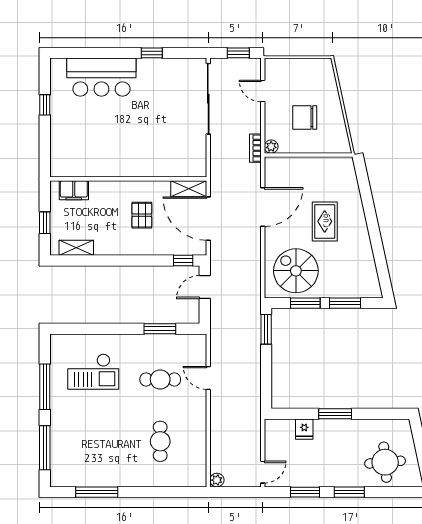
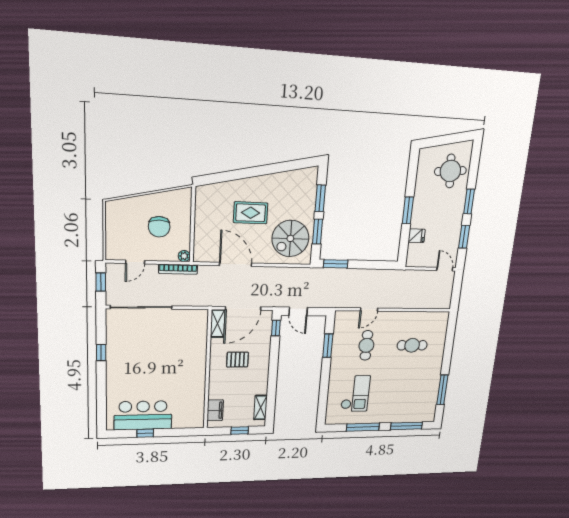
bar counter: (101, 77) -> (143, 415), moved, turned -90
bookcase: (255, 148) -> (178, 269), width x1.56
plant: (217, 480) -> (446, 304), removed

